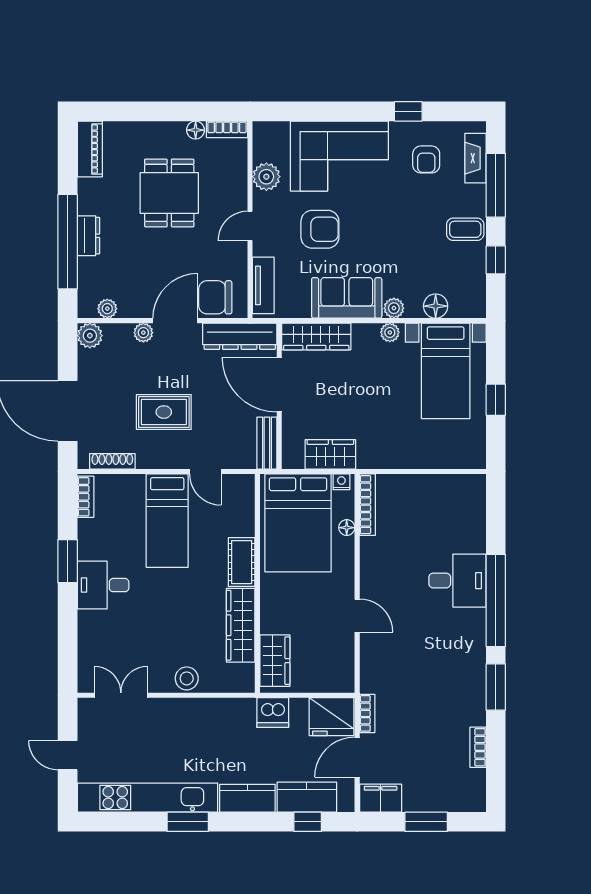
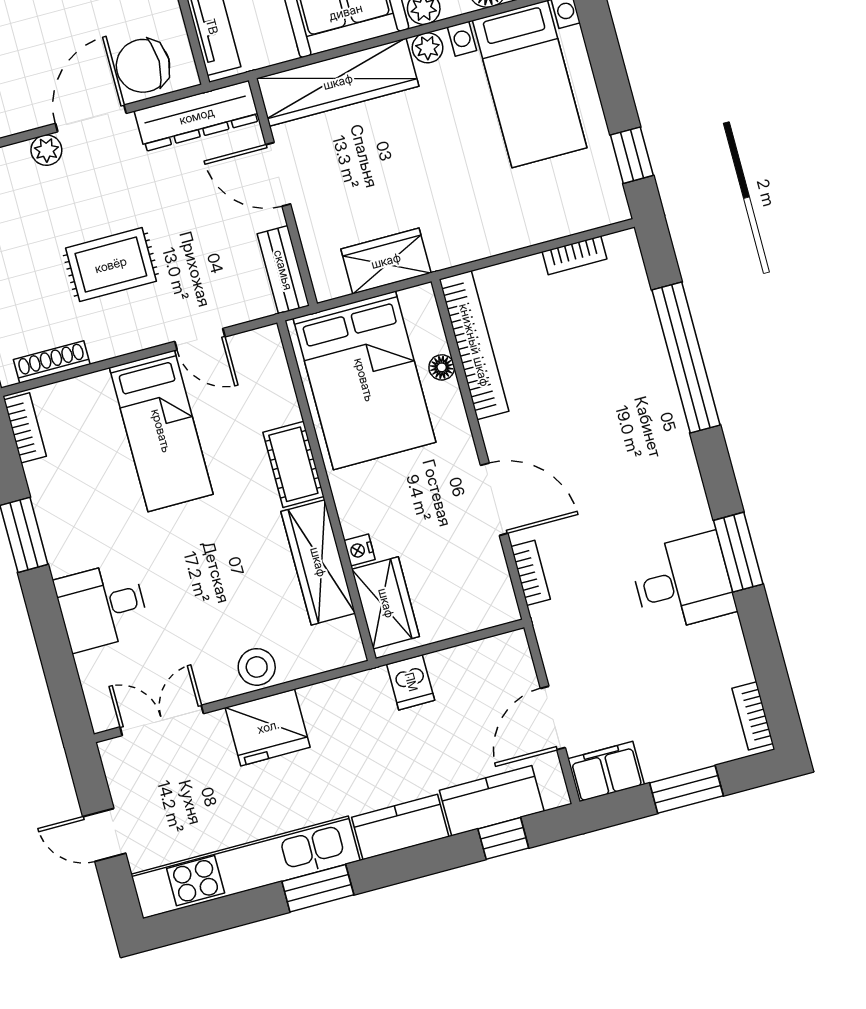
wardrobe: (316, 336) -> (338, 82), width x1.40, depth x1.17
door: (279, 385) -> (278, 174), width x0.73
window: (496, 400) -> (632, 155), moved
bookcase: (445, 481) -> (575, 255), added
nightstand: (341, 482) -> (360, 550), moved, turned -90
bookcase: (367, 505) -> (474, 345), width x1.48, depth x1.31
desk: (457, 581) -> (683, 582), moved
desk: (103, 585) -> (102, 606), moved
window: (496, 600) -> (686, 357), moved
door: (357, 616) -> (494, 499), width x1.38
dishwasher: (273, 713) -> (411, 682), width x0.73
bookcase: (367, 713) -> (531, 573), moved
fridge: (332, 717) -> (268, 727), moved
bookcase: (478, 747) -> (753, 716), moved

